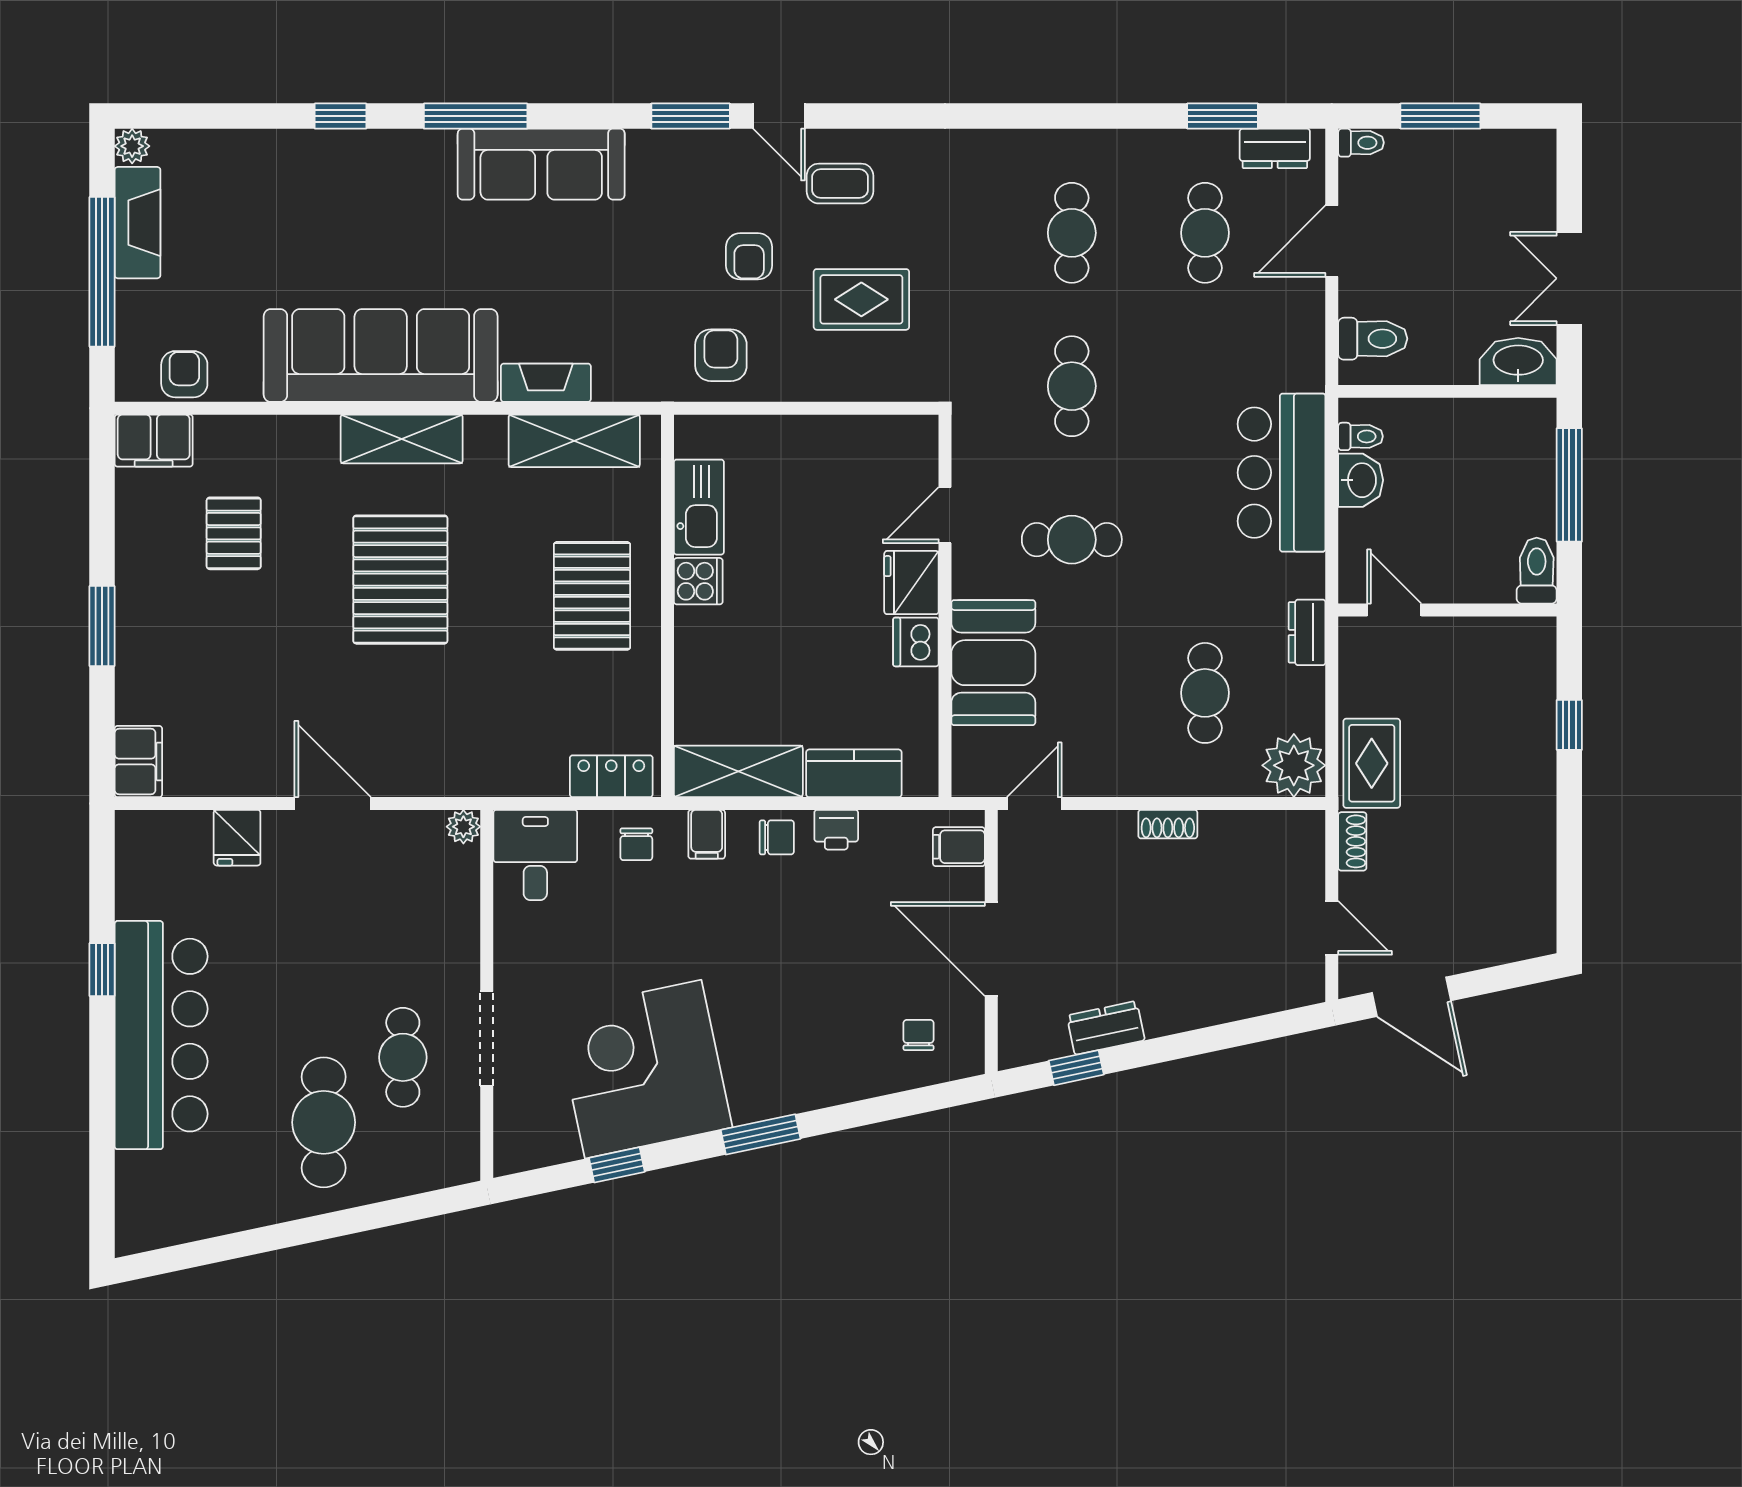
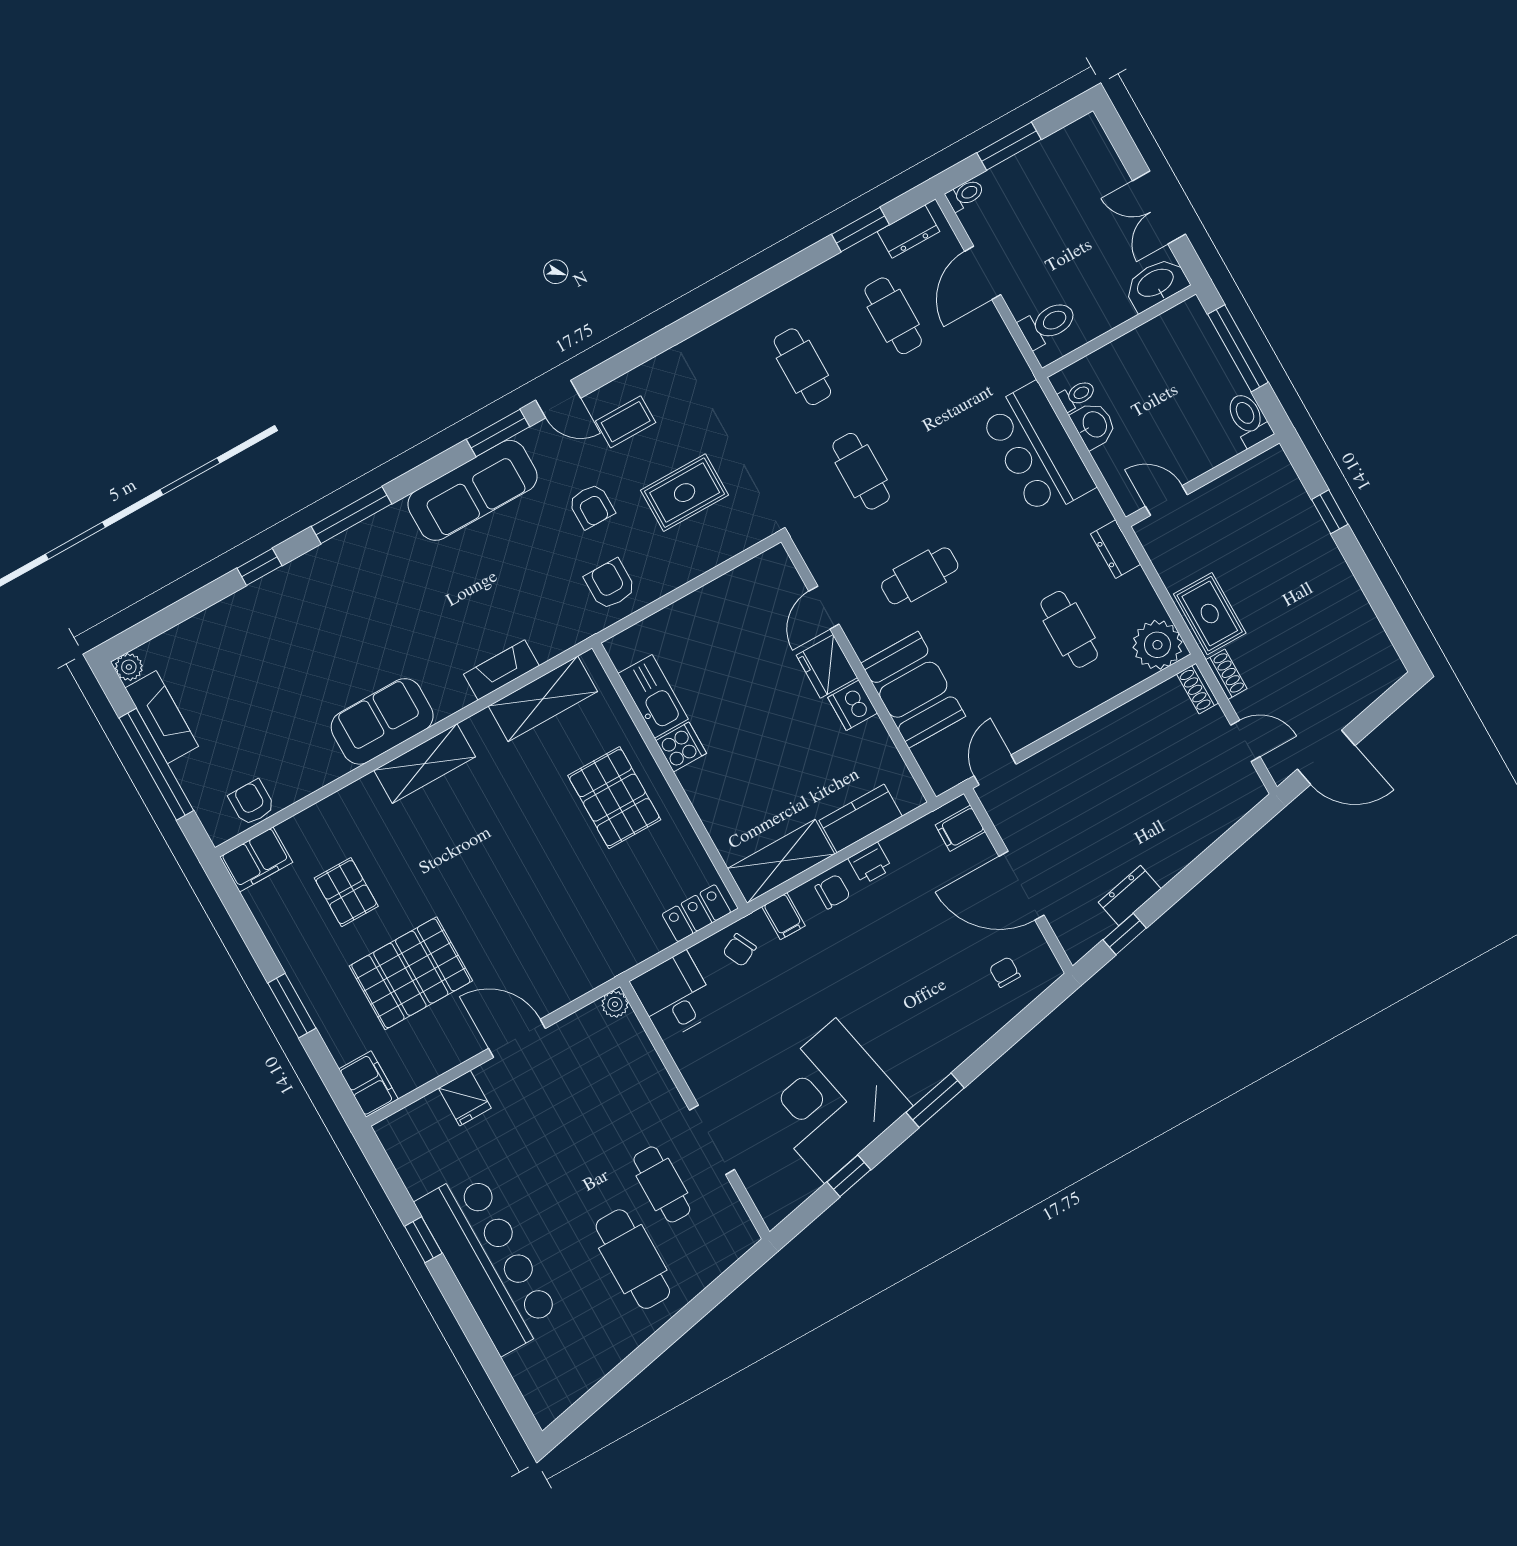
sofa: (541, 164) -> (472, 490), moved
sofa: (381, 356) -> (382, 721), width x0.54, depth x0.79
pallet: (400, 580) -> (411, 973), moved, turned 90
shoe rack: (1168, 824) -> (1198, 689), moved, turned 90
chair: (636, 844) -> (740, 950), turned 64

